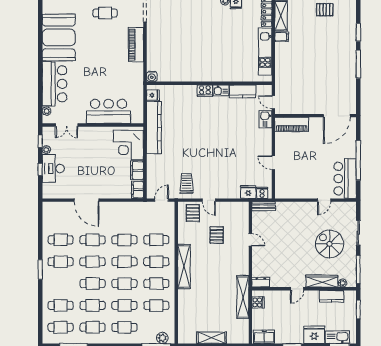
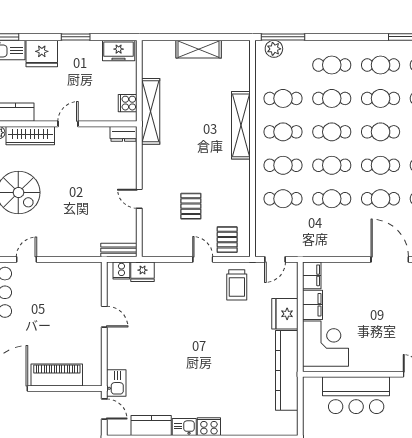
fridge: (153, 95) -> (285, 314), moved, width x1.88, depth x1.34
piano: (292, 124) -> (57, 375), moved
shelving: (184, 267) -> (241, 125), moved

